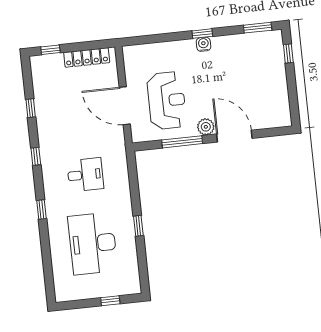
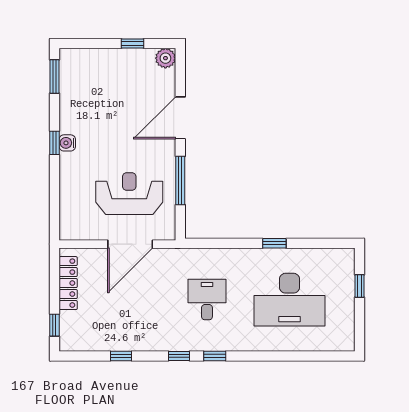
window: (288, 53) -> (133, 43), moved
plant: (206, 127) -> (165, 58), moved
window: (41, 209) -> (215, 356), moved

